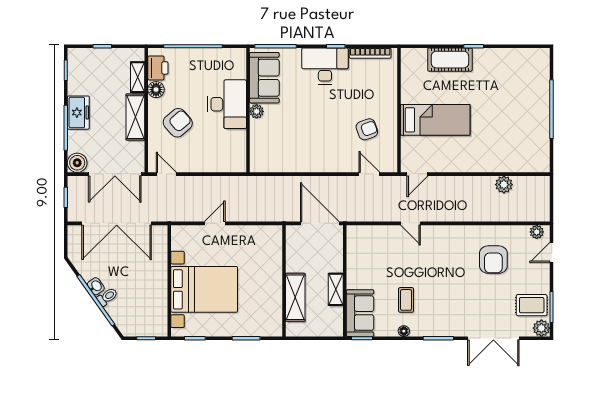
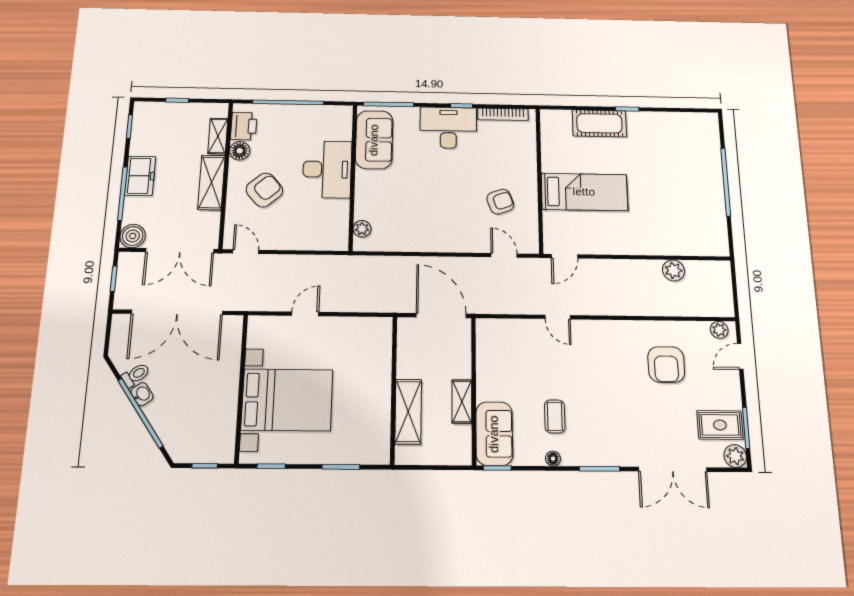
plant: (257, 111) -> (362, 229), moved
toilet: (107, 297) -> (136, 375), moved

